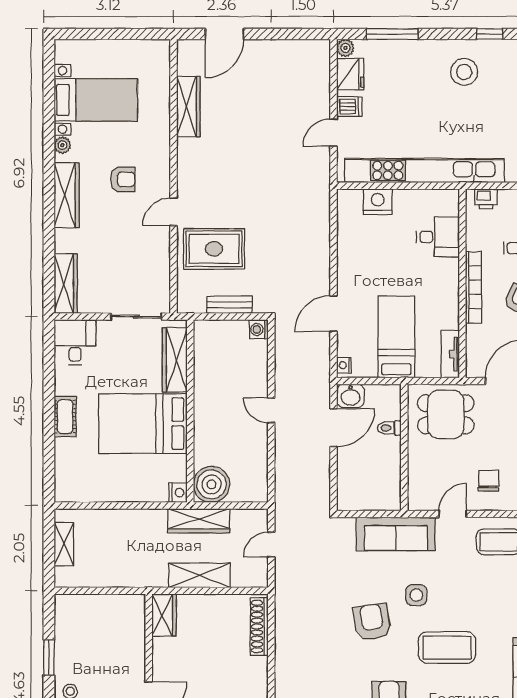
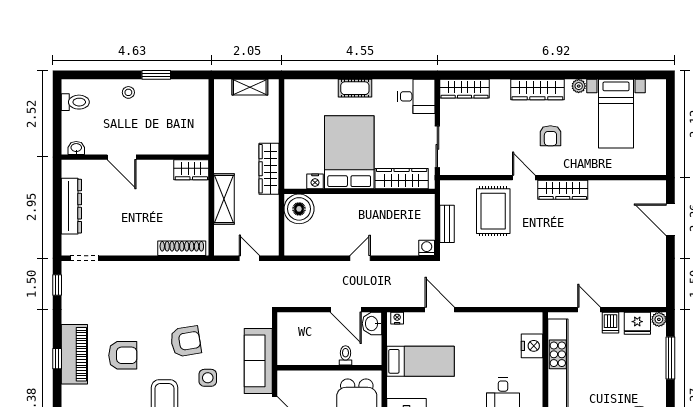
wardrobe: (188, 106) -> (563, 190), moved
nightstand: (178, 493) -> (315, 181), moved
wardrobe: (199, 521) -> (269, 169), moved

